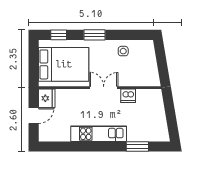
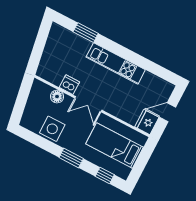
side table: (123, 51) -> (52, 129), width x1.87, depth x1.87
bed: (64, 64) -> (114, 145), width x0.67
floor lamp: (133, 80) -> (57, 97), added

